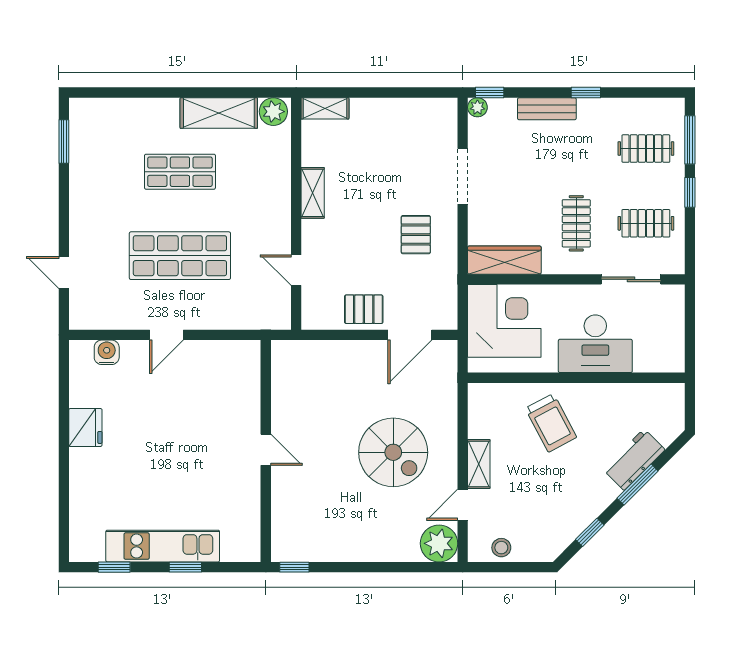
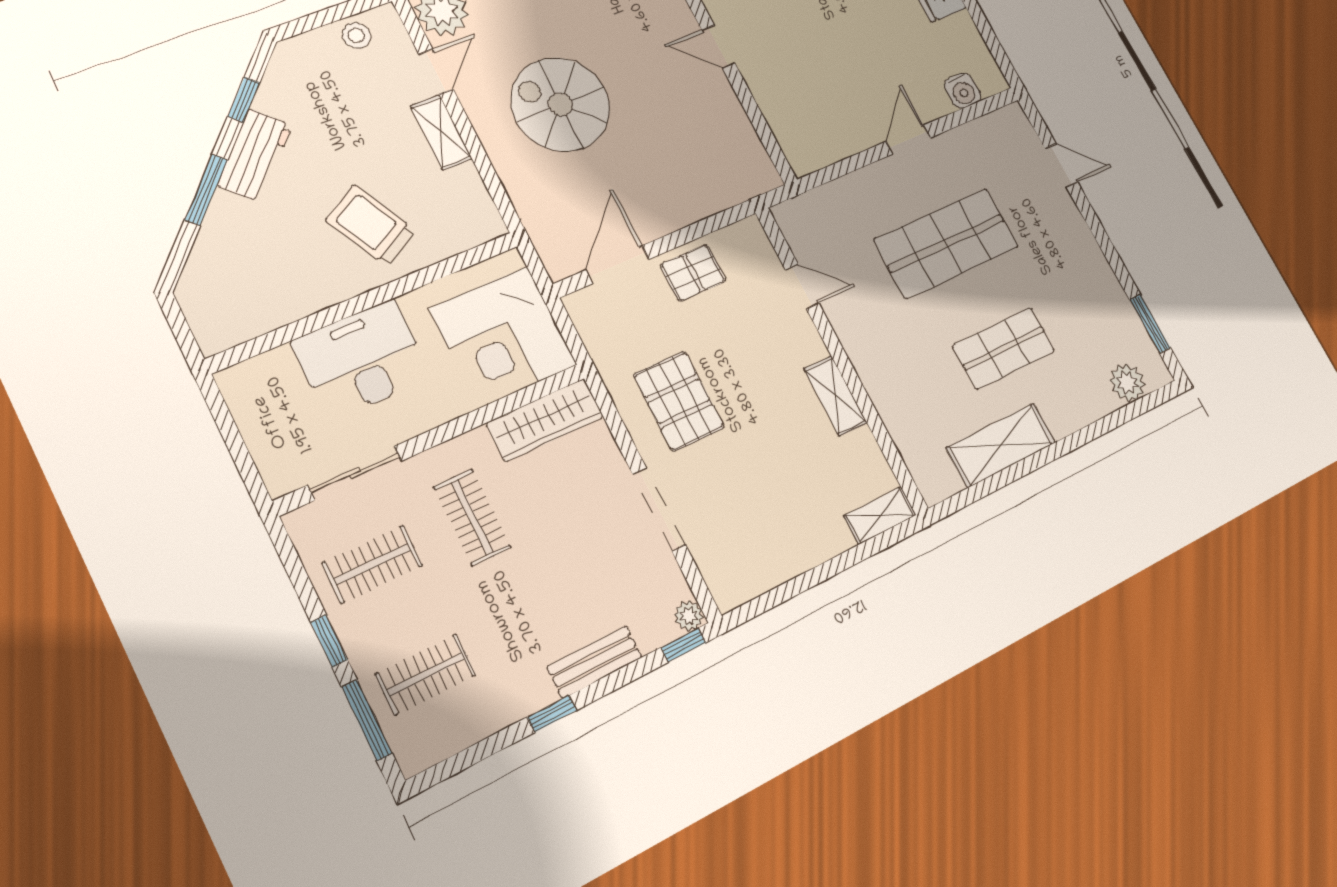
plant: (273, 112) -> (1128, 383), moved
pallet: (416, 235) -> (679, 401), width x1.50, depth x1.42
workbench: (634, 460) -> (255, 155), moved

